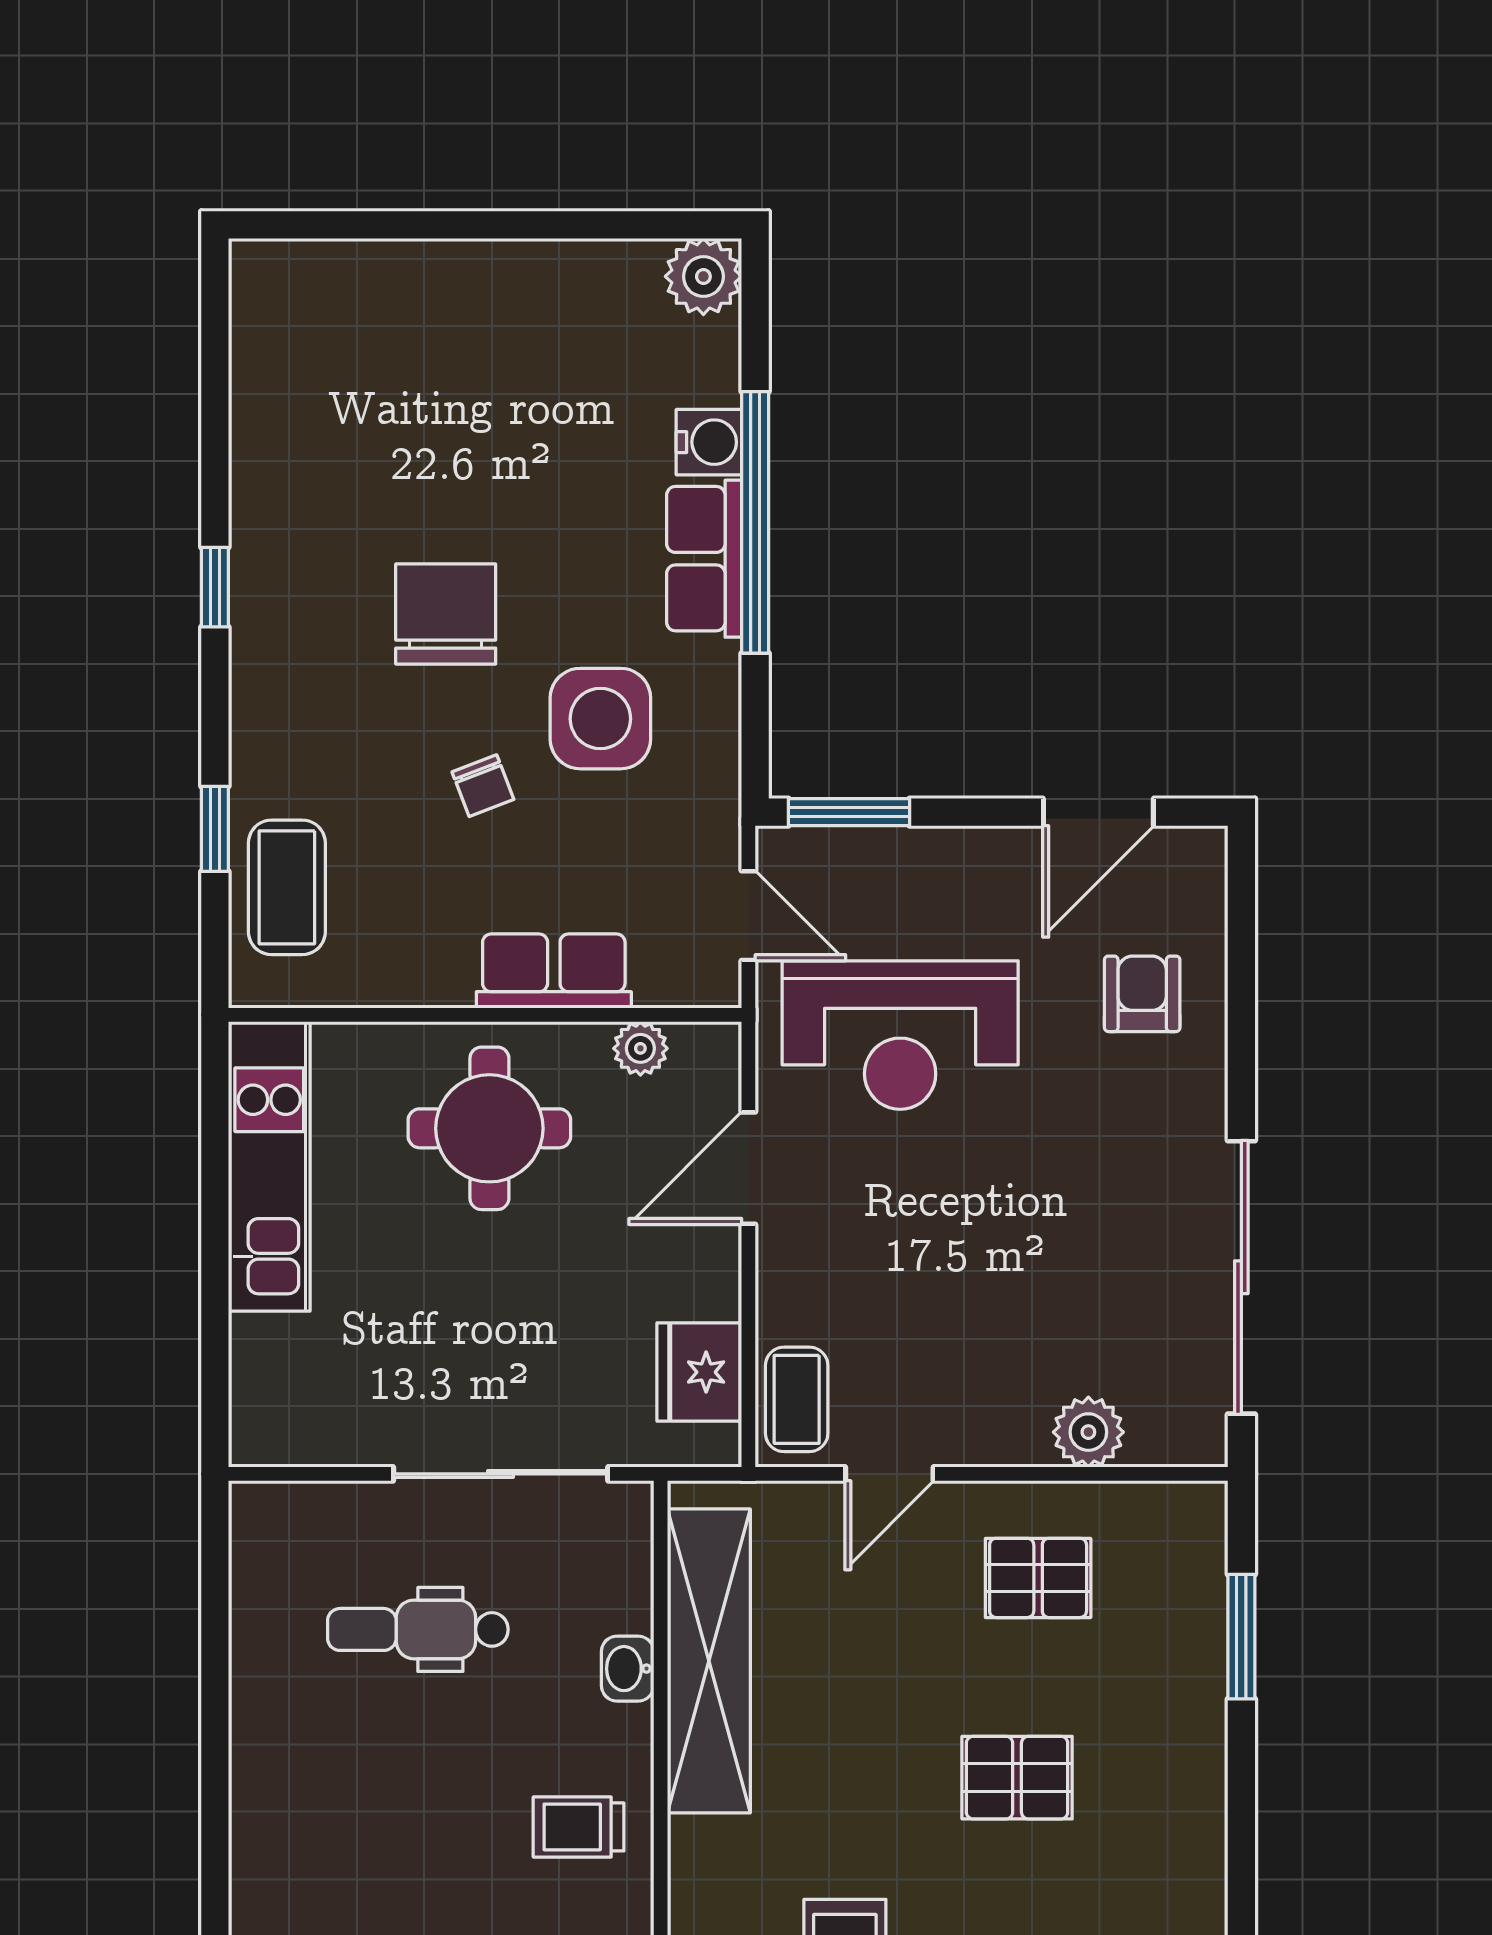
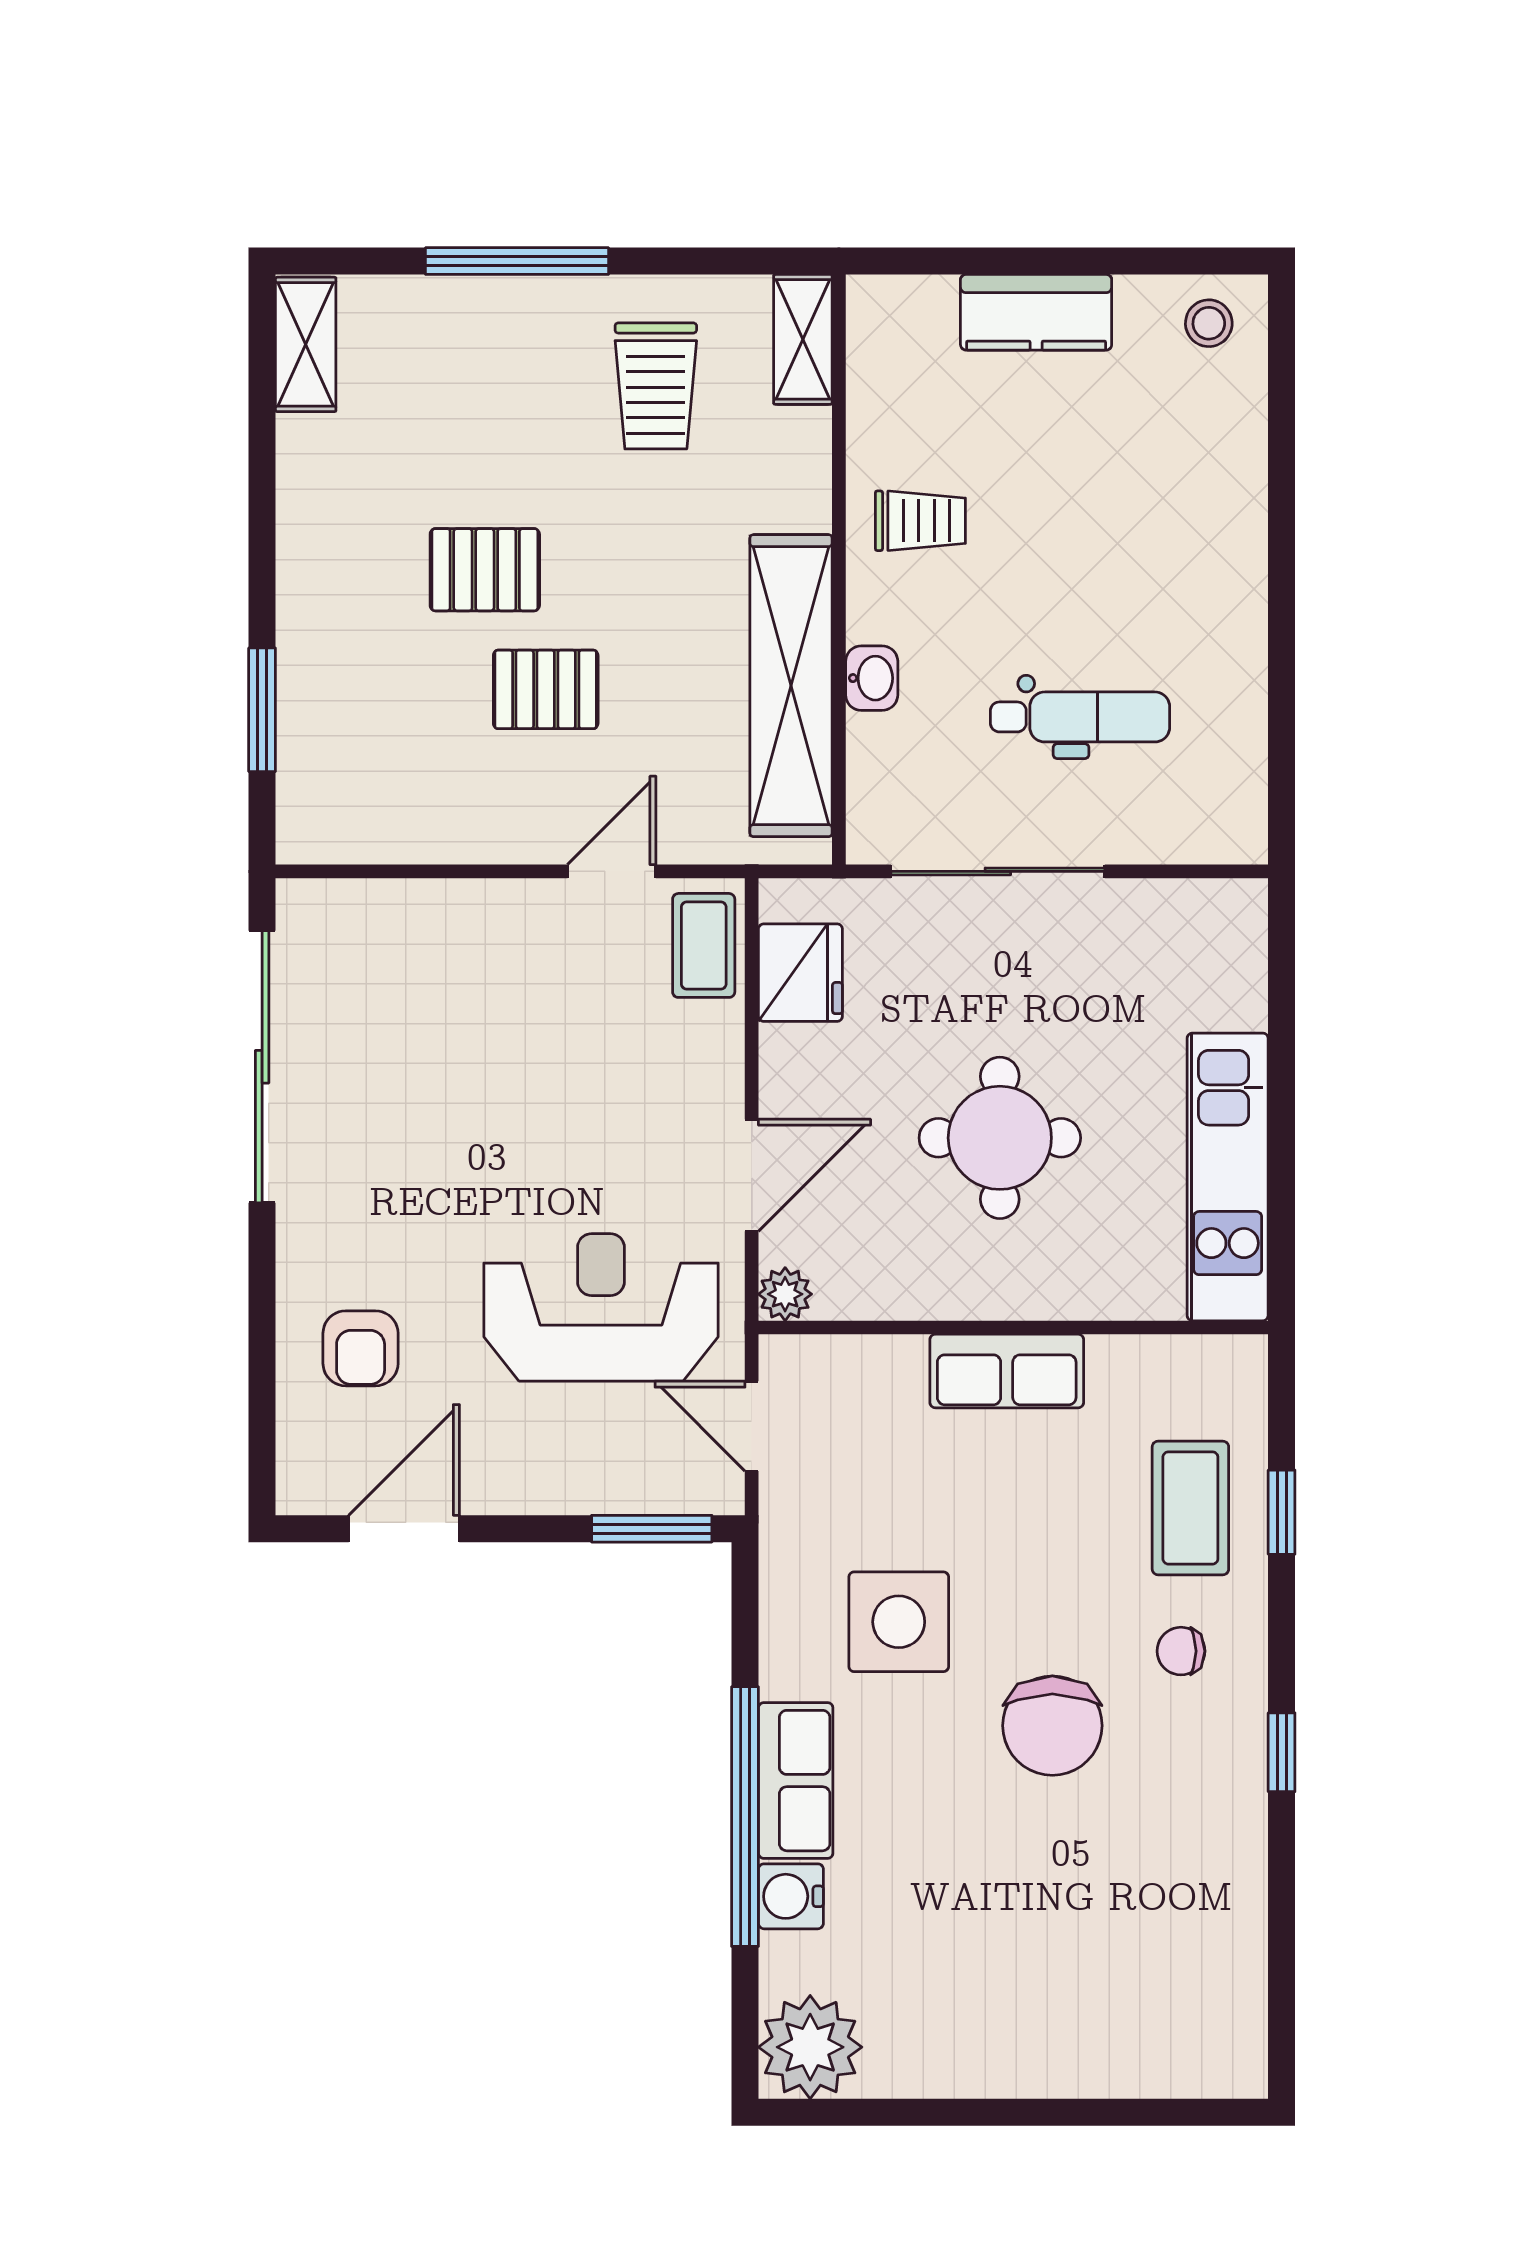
plant: (703, 276) -> (810, 2047), width x1.36, depth x1.36
chair: (483, 786) -> (1181, 1651), moved, turned -69
coffee table: (287, 887) -> (1190, 1508), moved
row of seats: (554, 971) -> (1007, 1371), moved
plant: (640, 1048) -> (785, 1294), moved
round table: (489, 1128) -> (1000, 1138), moved
plant: (1088, 1432) -> (414, 913), removed
pallet: (1038, 1578) -> (546, 689), moved

